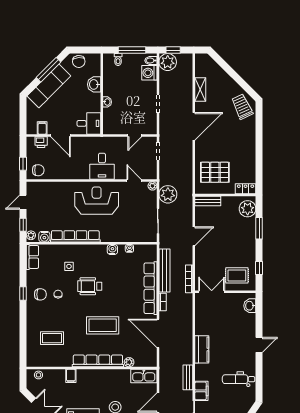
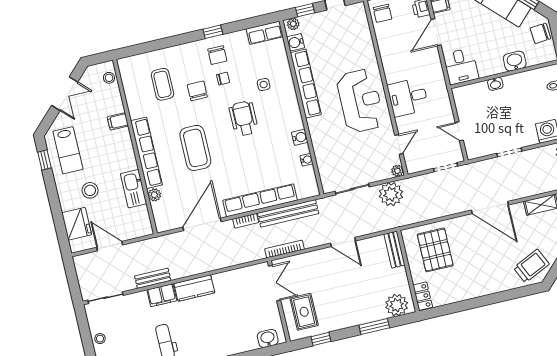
chair: (62, 314) -> (197, 91), added
kitchen sink: (144, 376) -> (134, 189), moved
filing cabinet: (201, 391) -> (162, 295), moved

